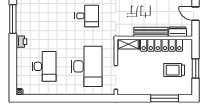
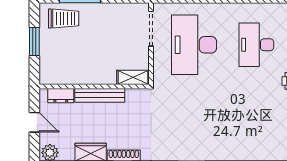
desk: (87, 16) -> (194, 119), removed
locker: (162, 45) -> (84, 76), removed
trolley: (174, 70) -> (64, 19), moved

